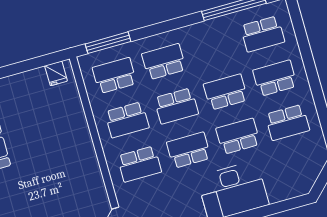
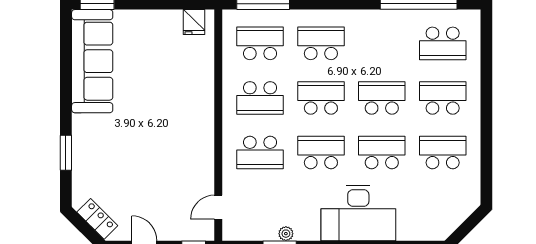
school desk: (176, 106) -> (321, 98), turned 180
school desk: (287, 122) -> (443, 152), turned 180

